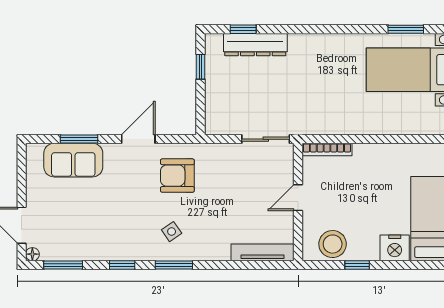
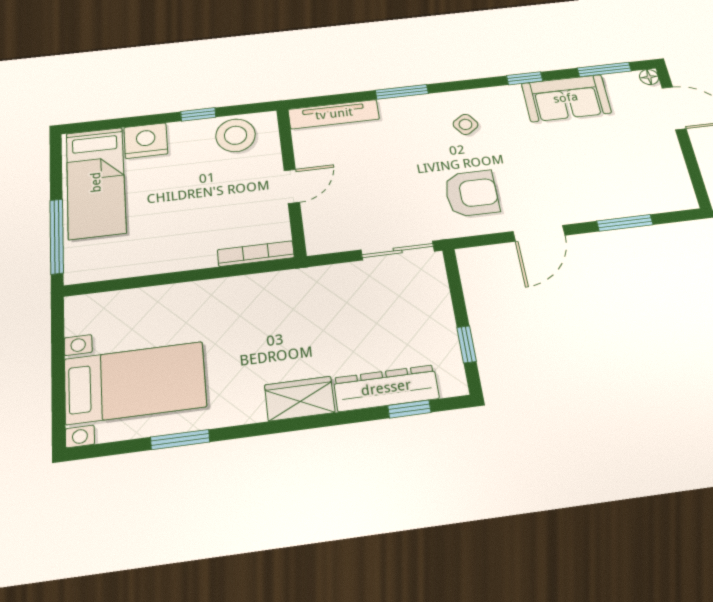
window: (406, 29) -> (180, 439), moved
wardrobe: (309, 45) -> (300, 399), added
sliding door: (266, 139) -> (398, 251), moved
sofa: (73, 160) -> (566, 98), moved, turned 180
window: (174, 265) -> (402, 92), moved

